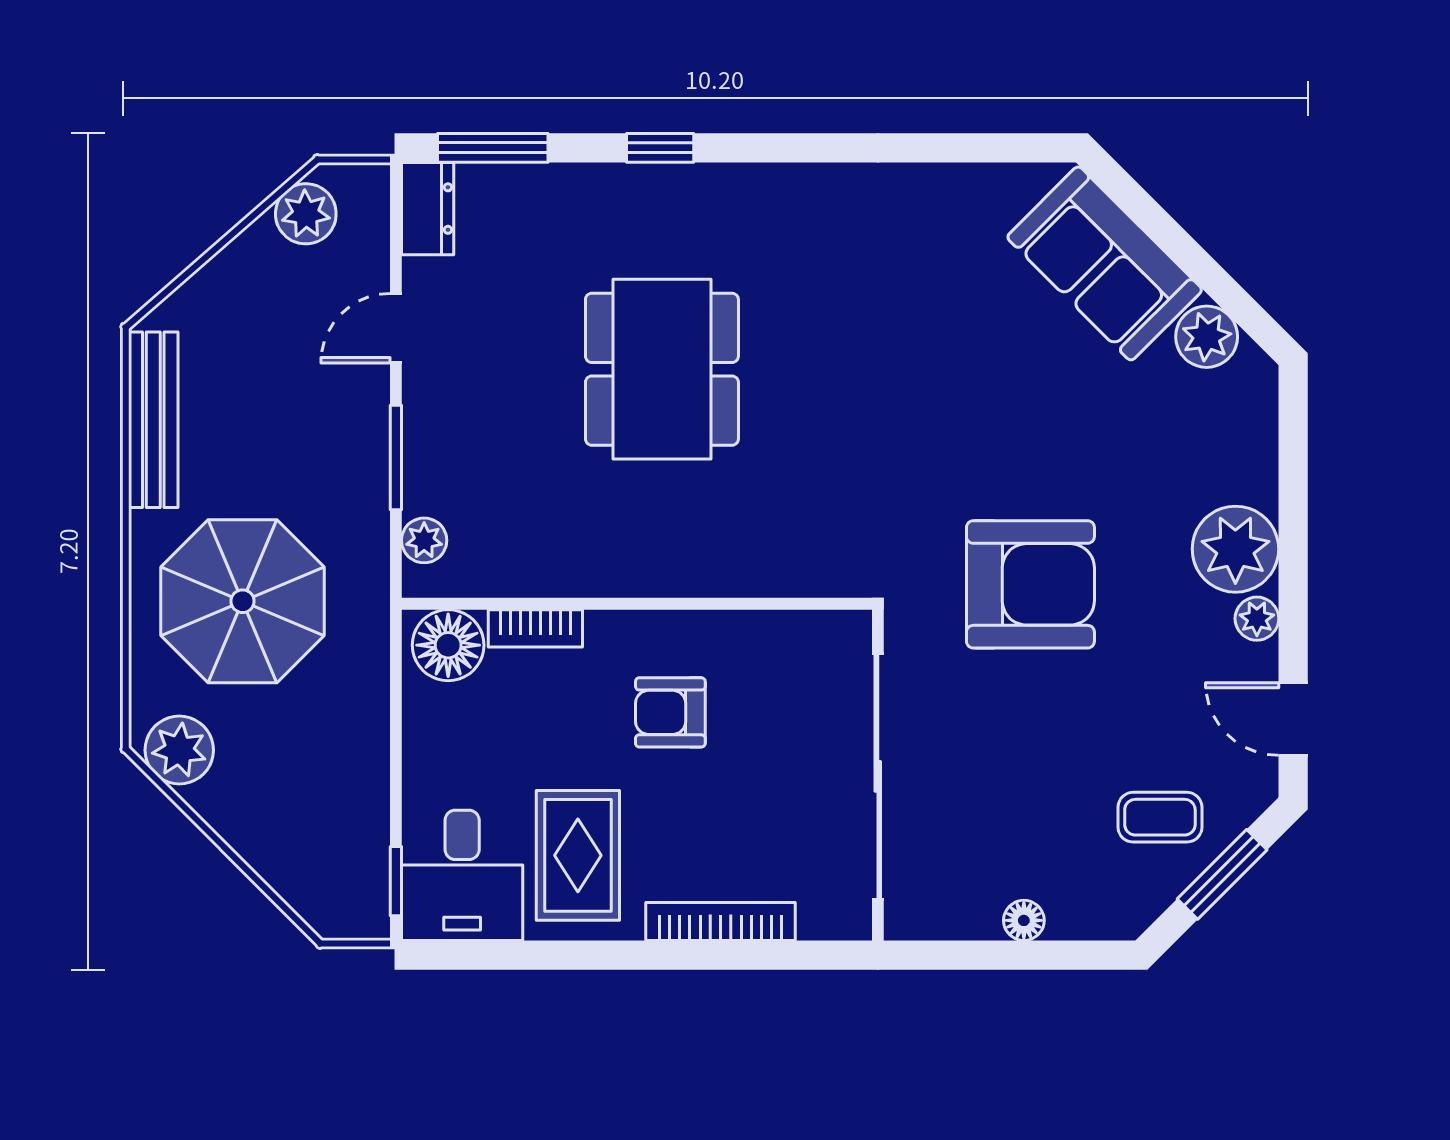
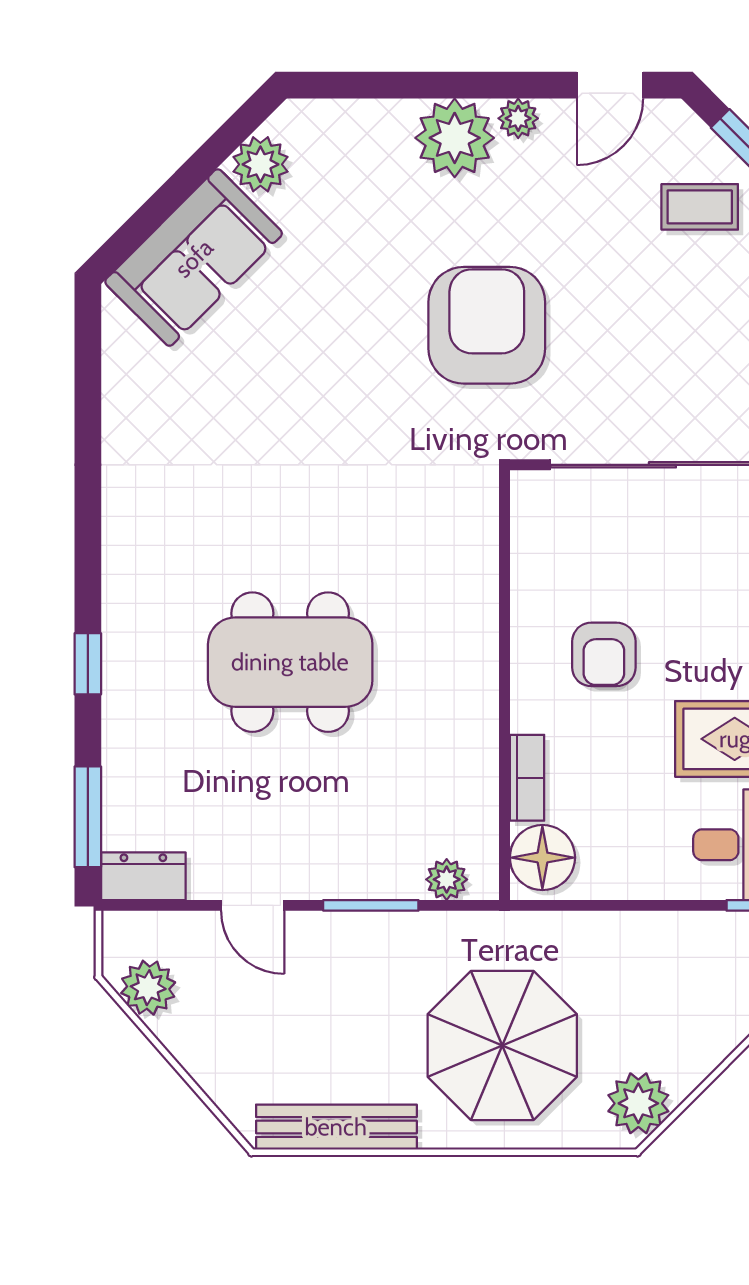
coffee table: (1160, 817) -> (700, 207), turned 90

